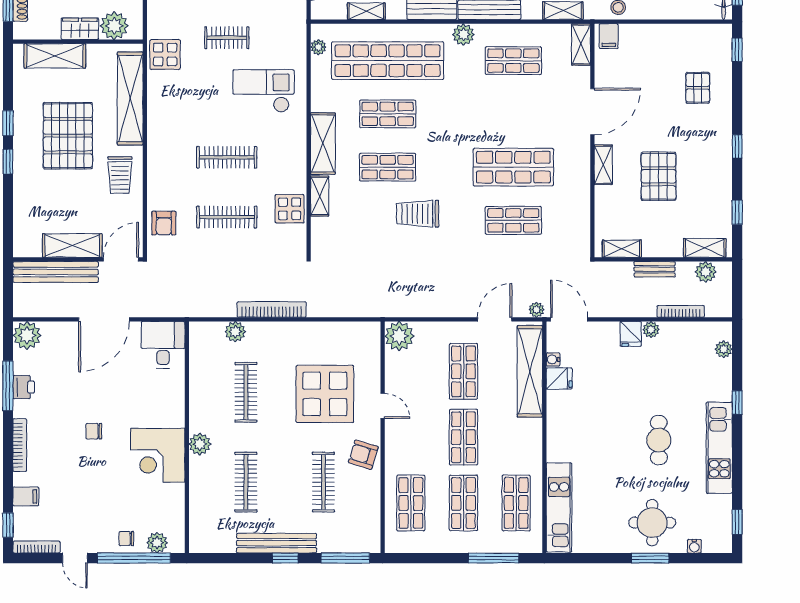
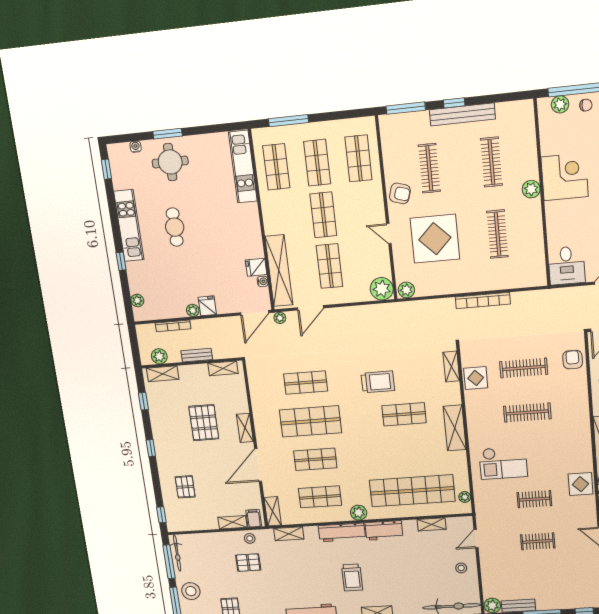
shelving: (639, 32) -> (232, 522), added
shop shelf: (388, 114) -> (315, 459), moved
shelving: (320, 196) -> (451, 367), moved
door: (569, 319) -> (255, 313), hinge flipped
plant: (235, 332) -> (406, 290), moved

